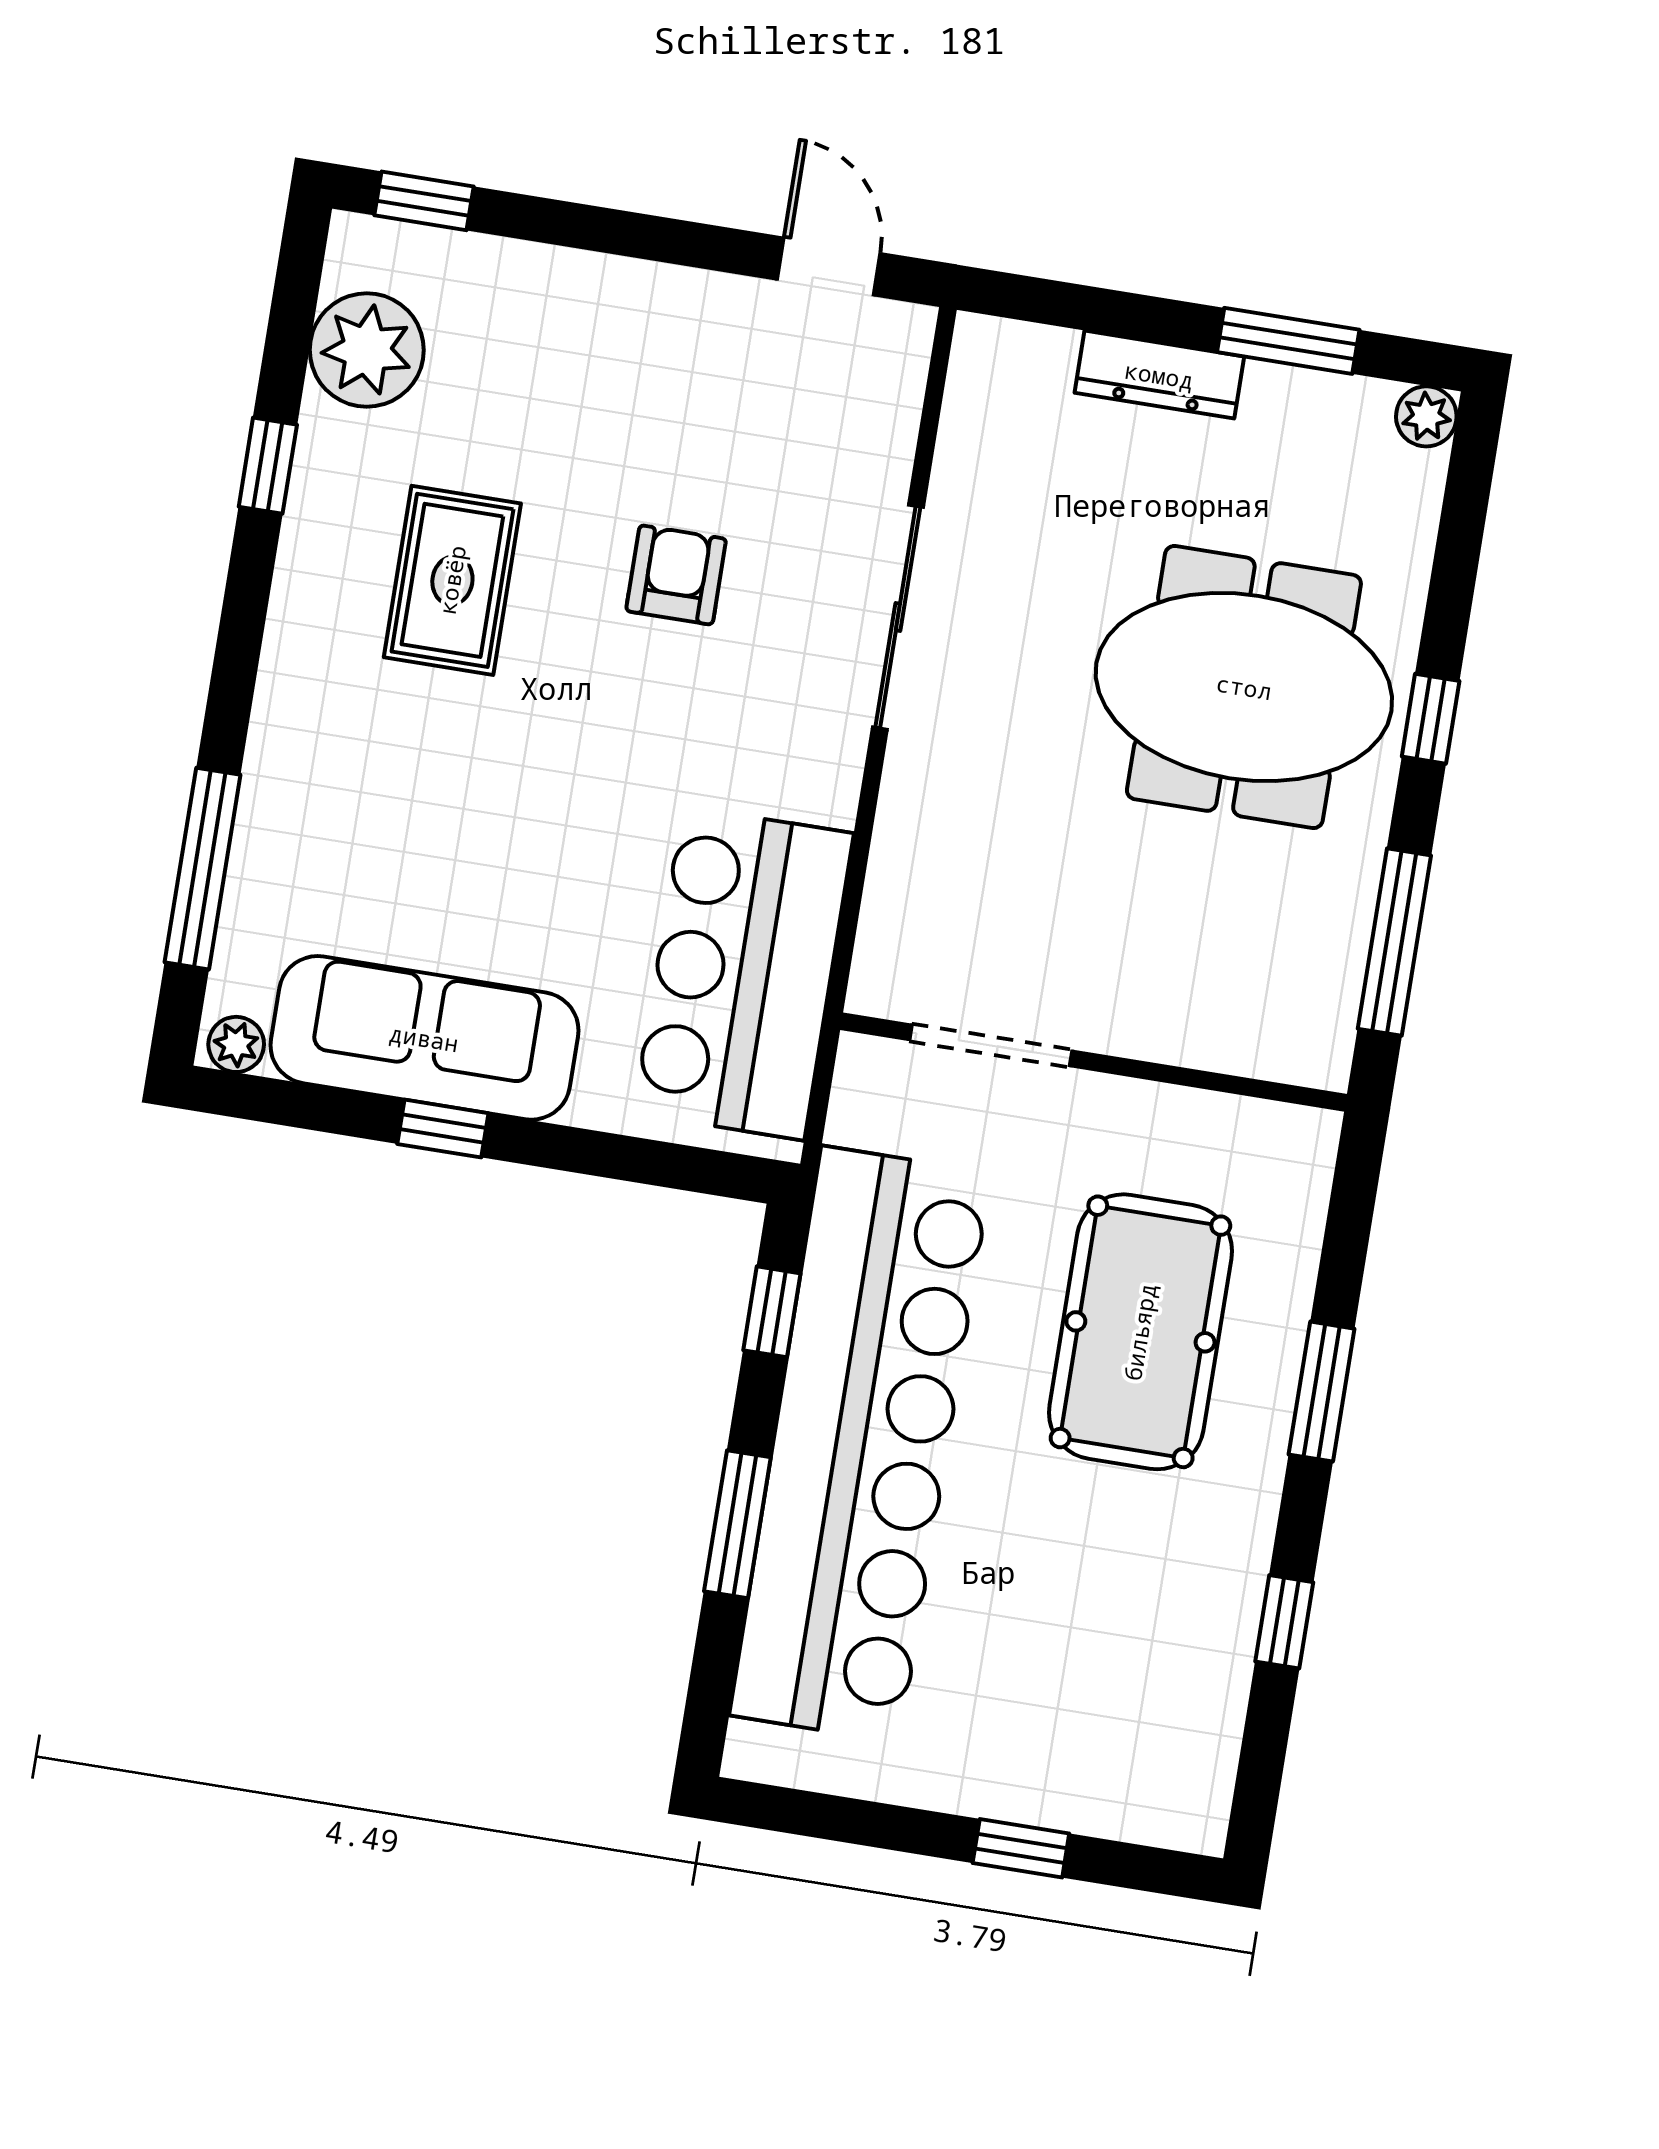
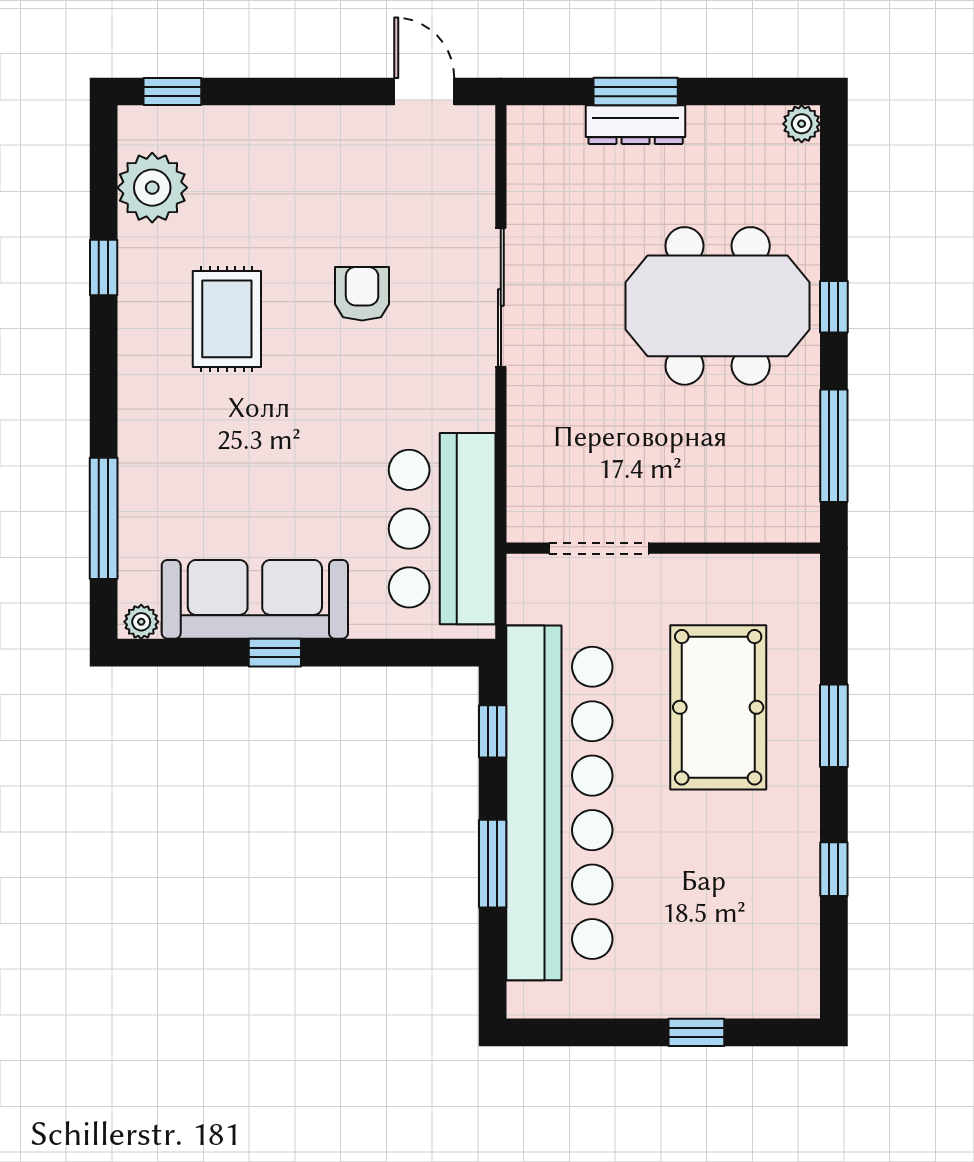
window: (1288, 341) -> (636, 91), moved

